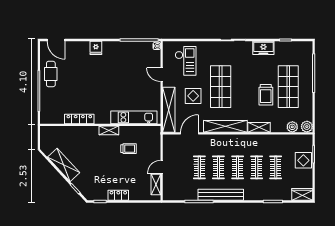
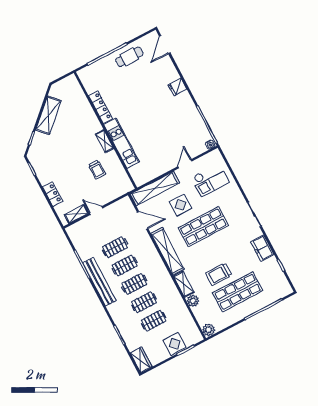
kitchen unit: (134, 117) -> (122, 143), moved
plant: (292, 127) -> (193, 301), moved
locker: (118, 195) -> (53, 194), moved

